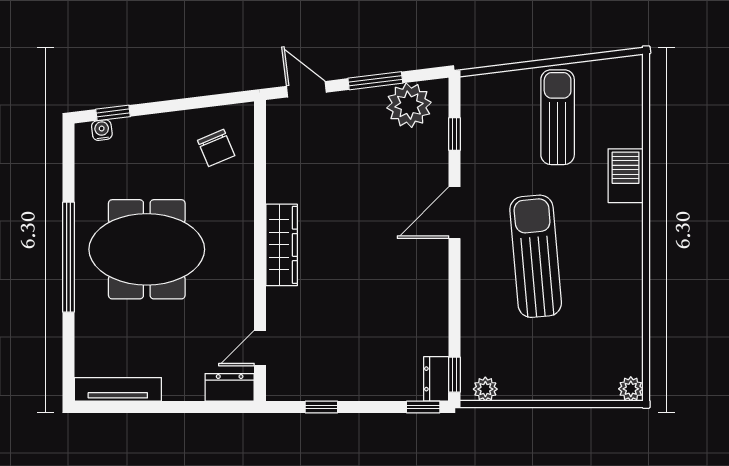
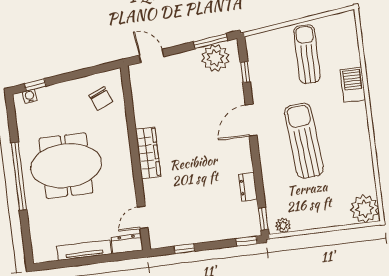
window: (375, 81) -> (211, 41), moved
dresser: (436, 379) -> (248, 187), moved
tv unit: (118, 389) -> (84, 250), moved
plant: (631, 389) -> (365, 209), width x1.88, depth x1.88

